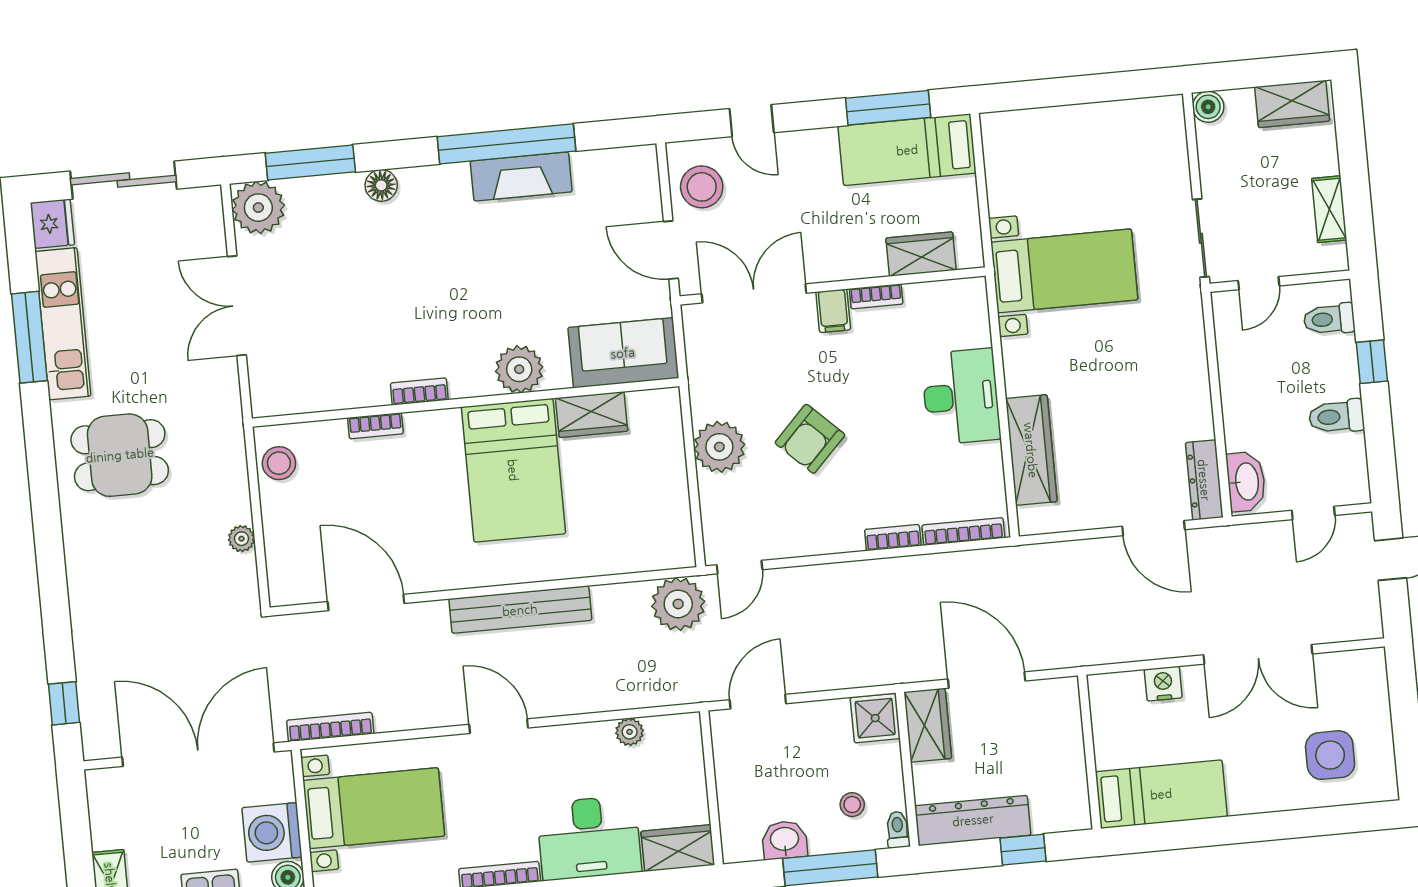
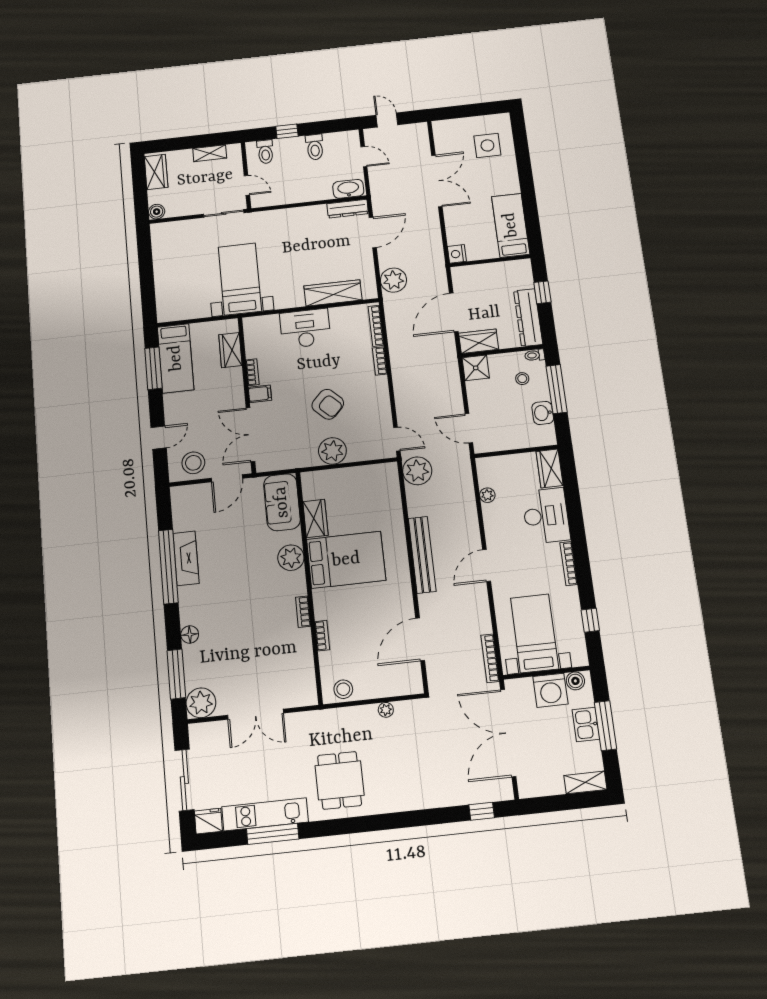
plant: (1055, 566) -> (393, 280), added
nightstand: (1163, 684) -> (457, 254), moved

